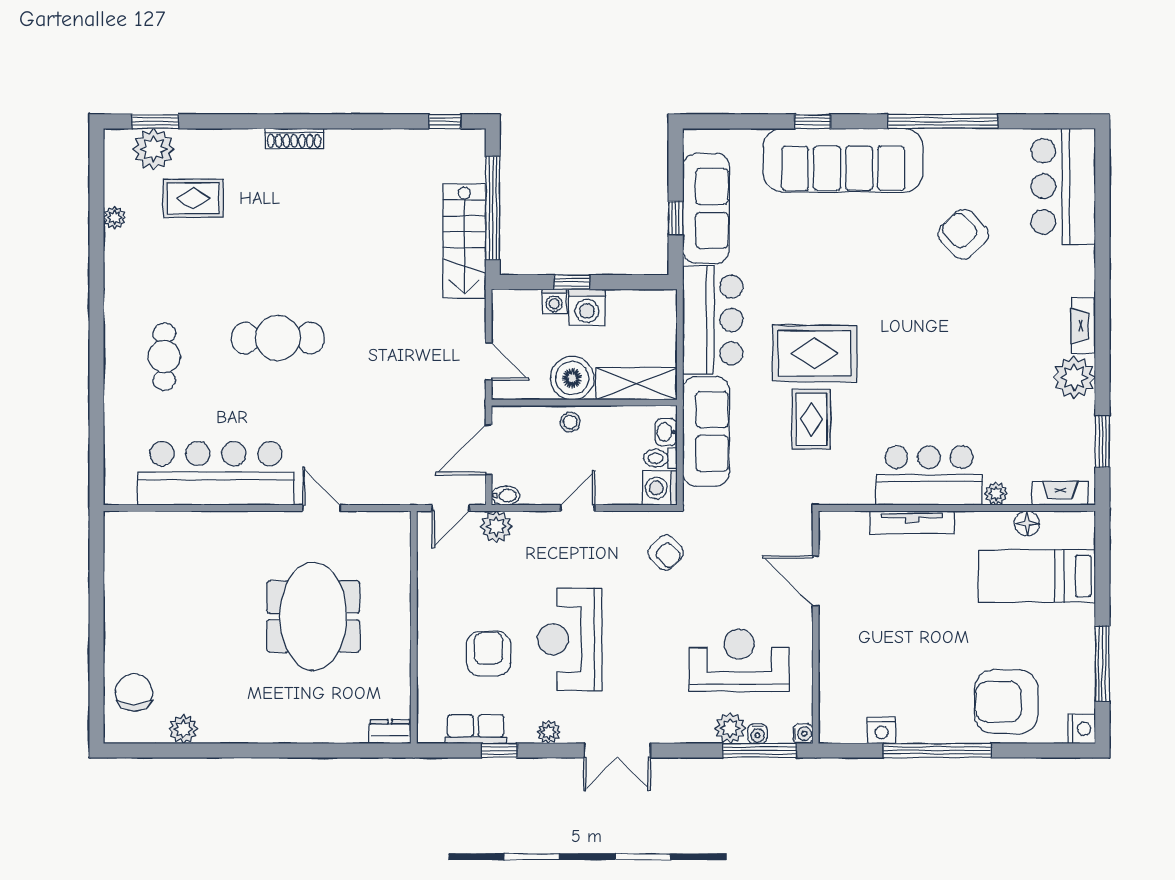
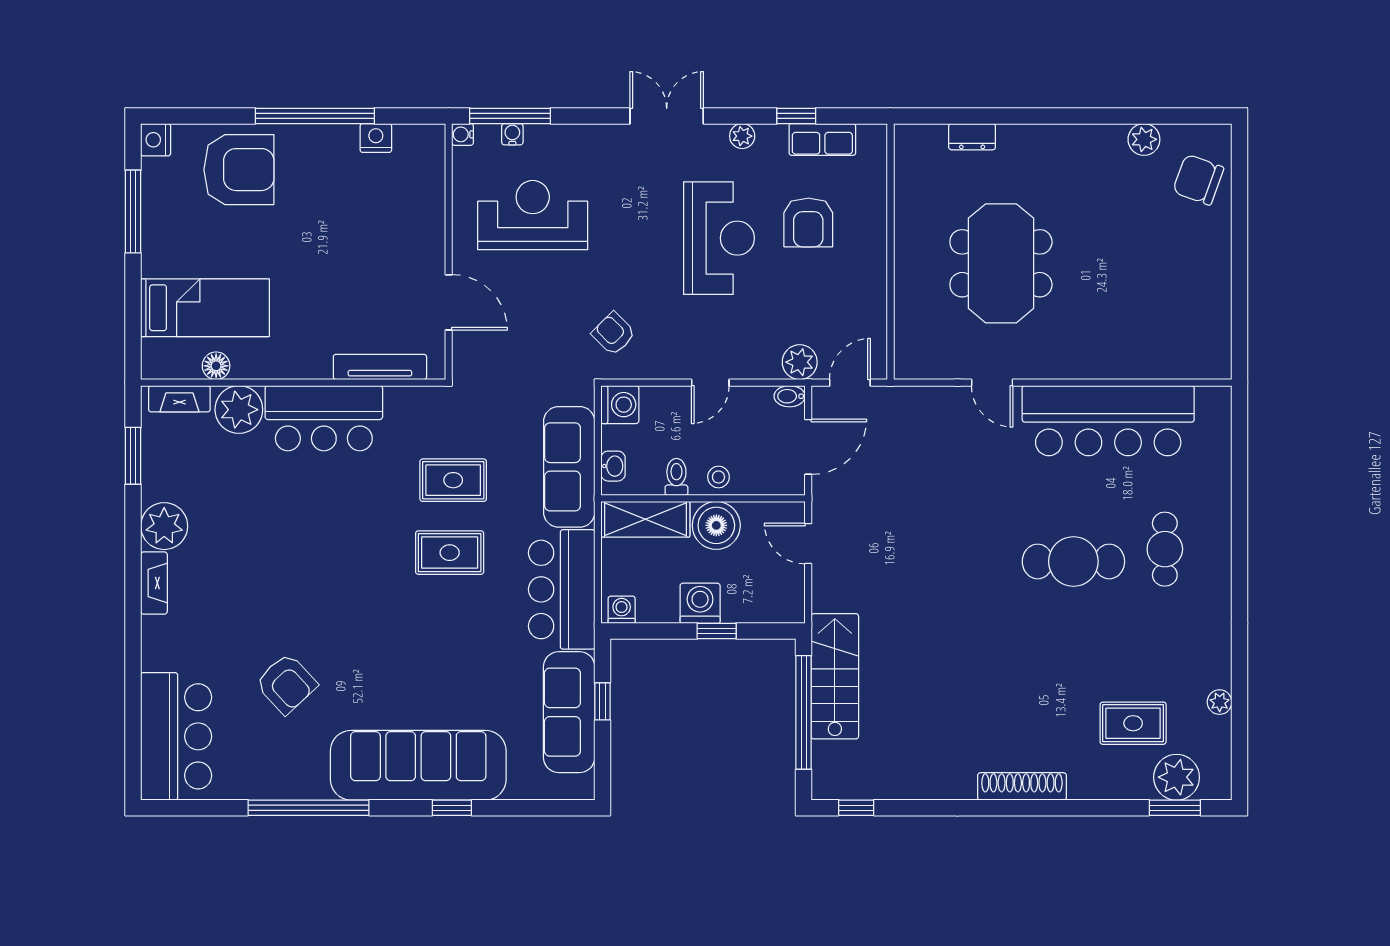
shoe rack: (294, 138) -> (1022, 786), width x1.36, depth x1.24
washing machine: (554, 301) -> (622, 610), moved
cafe table: (278, 338) -> (1073, 561), moved
rug: (815, 353) -> (450, 553), width x0.73, depth x0.70
rug: (811, 419) -> (453, 480), turned 90
toilet: (660, 458) -> (676, 477), moved, turned -90
plant: (996, 494) -> (239, 410), width x1.88, depth x1.88
tv unit: (912, 522) -> (380, 367), moved
reception desk: (739, 660) -> (533, 215), turned 180
chair: (134, 692) -> (1198, 180), turned 110
plant: (730, 728) -> (542, 140), removed
dresser: (390, 732) -> (972, 137), moved

